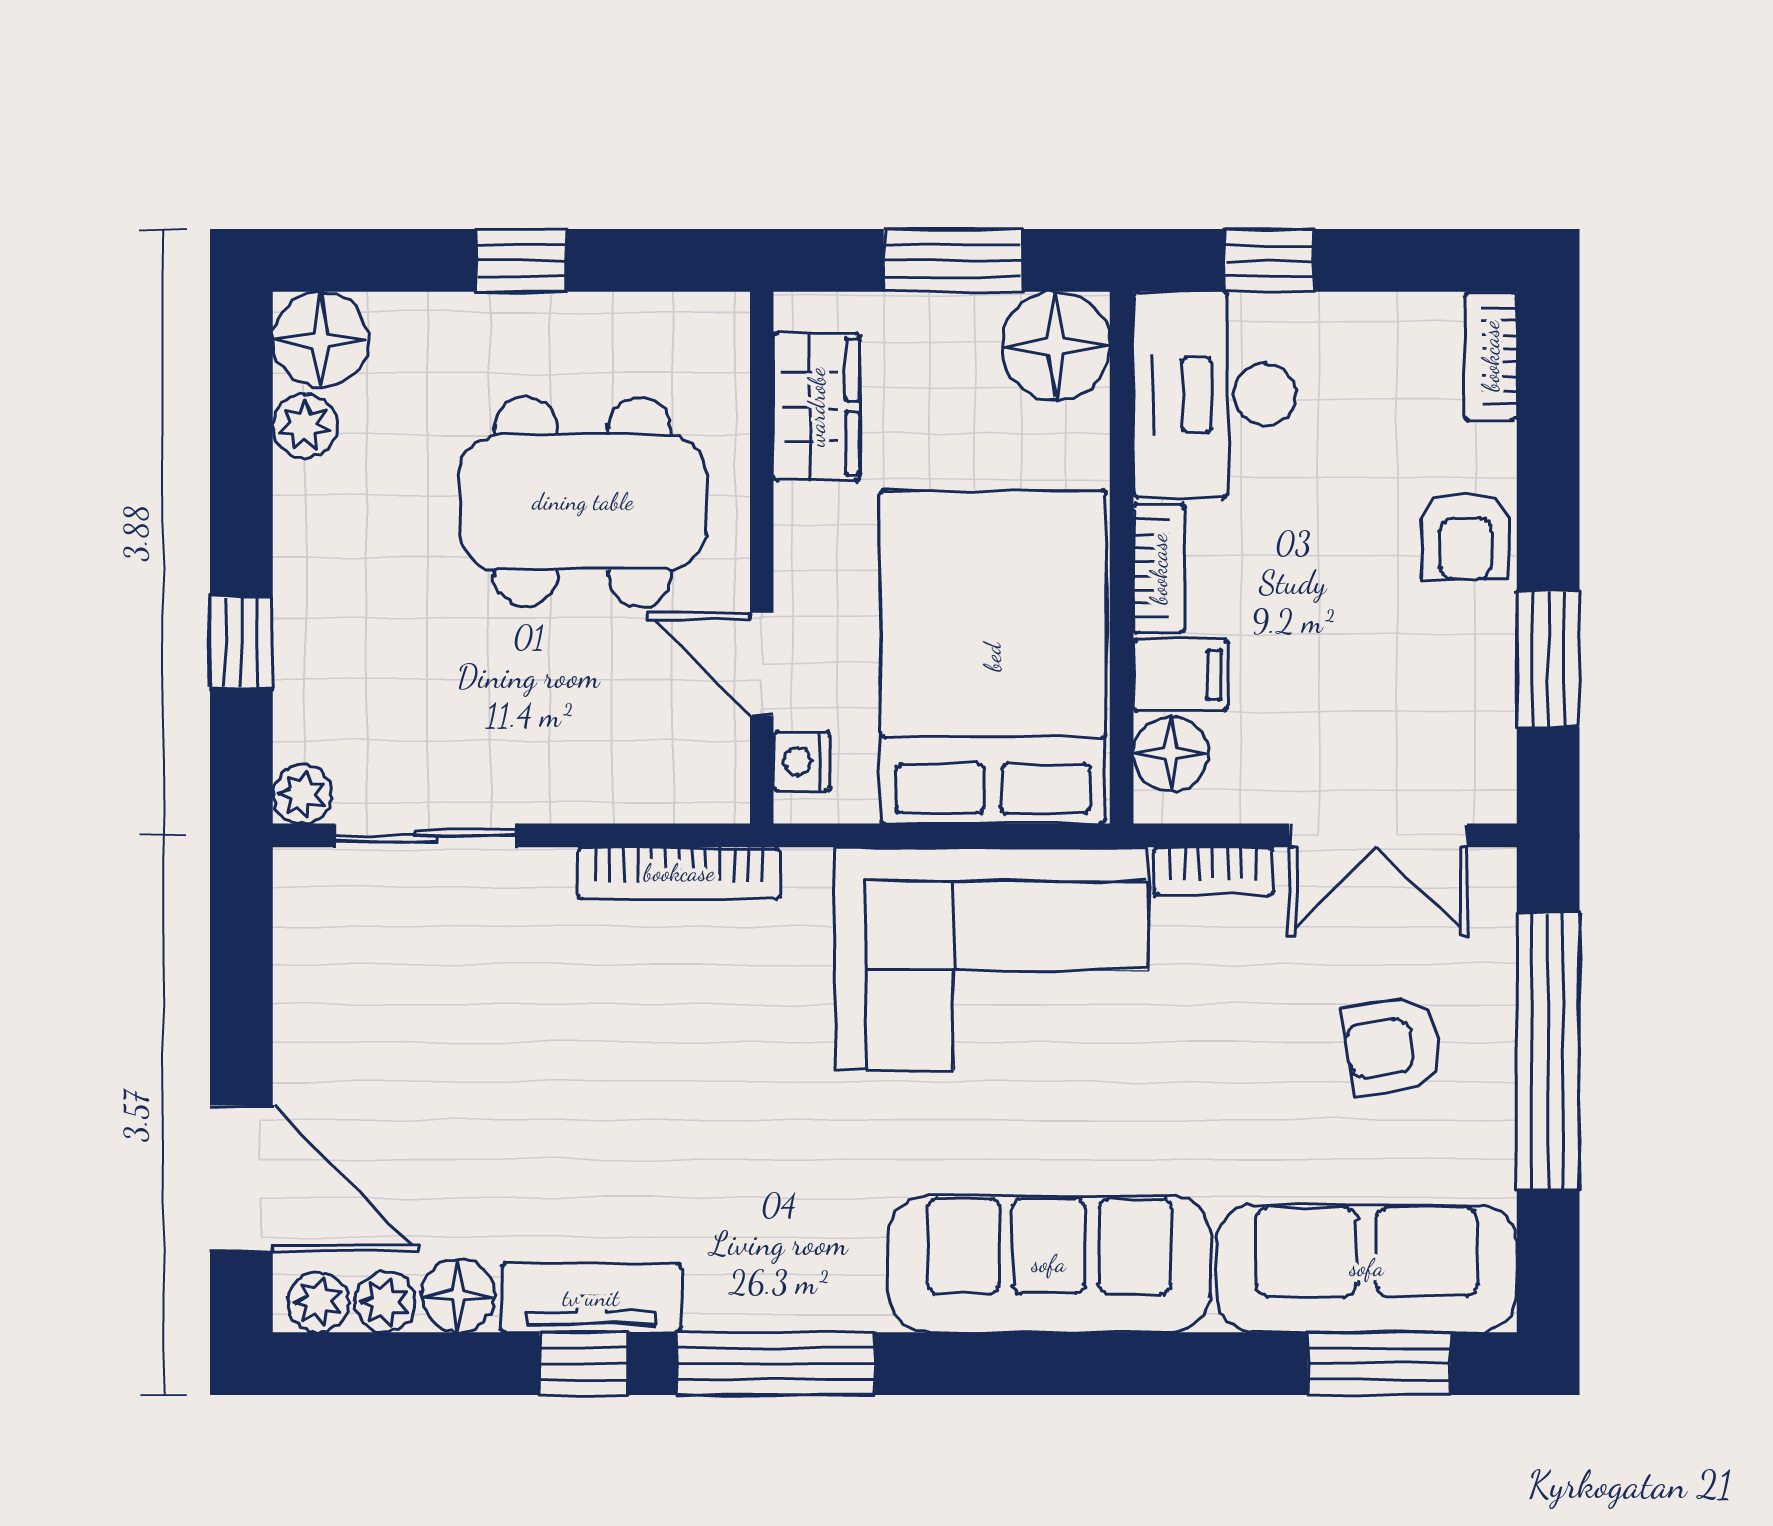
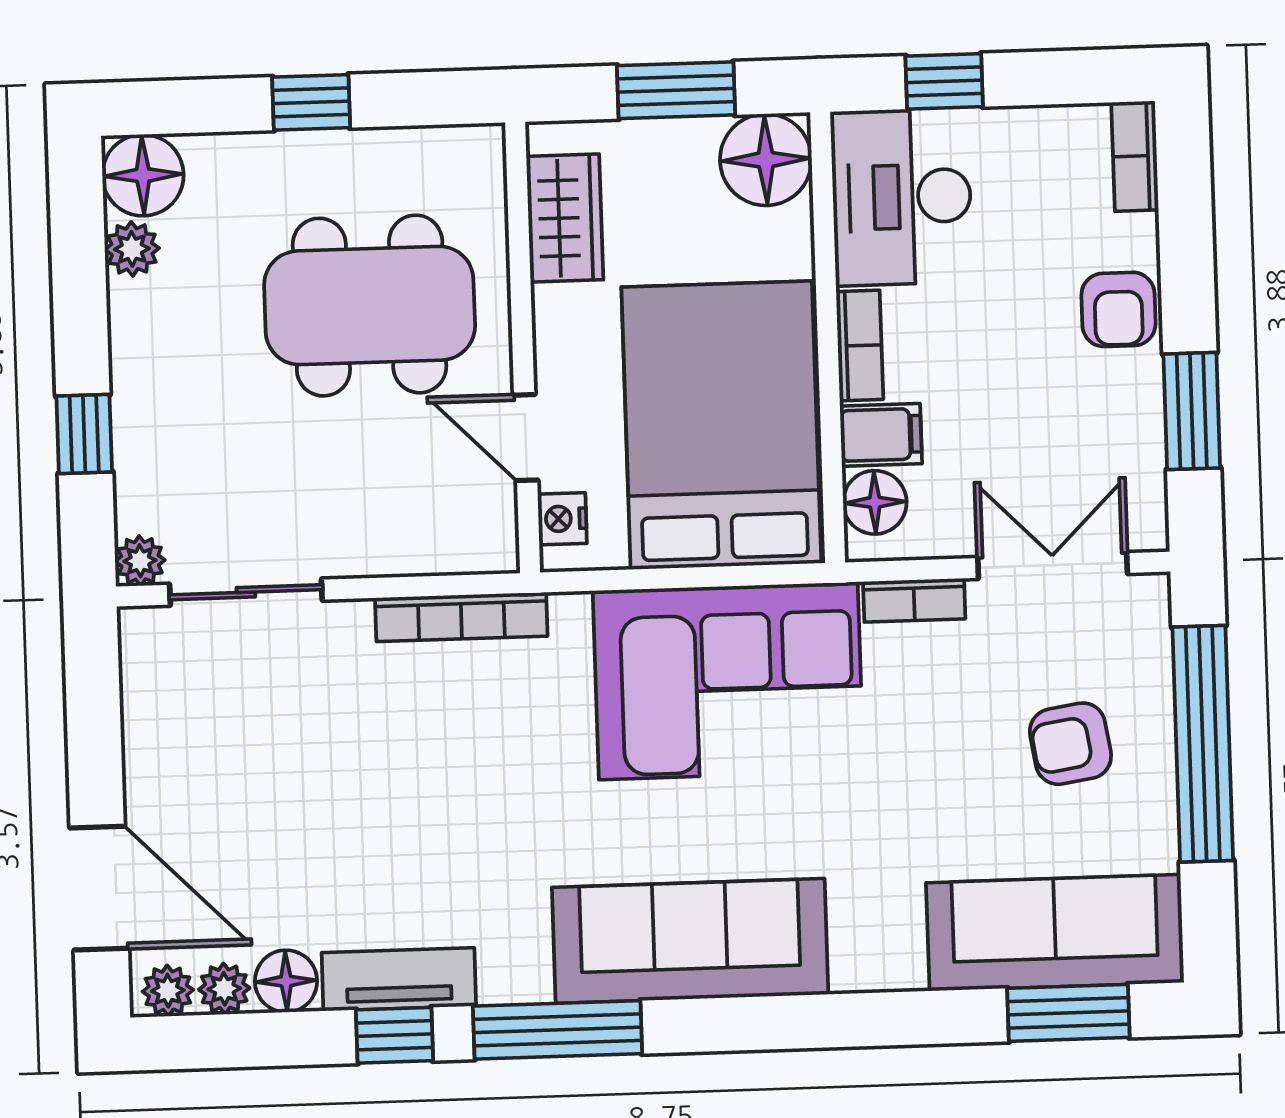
double door: (1378, 835) -> (1053, 565), swing flipped
sofa: (1049, 1264) -> (690, 941), moved

